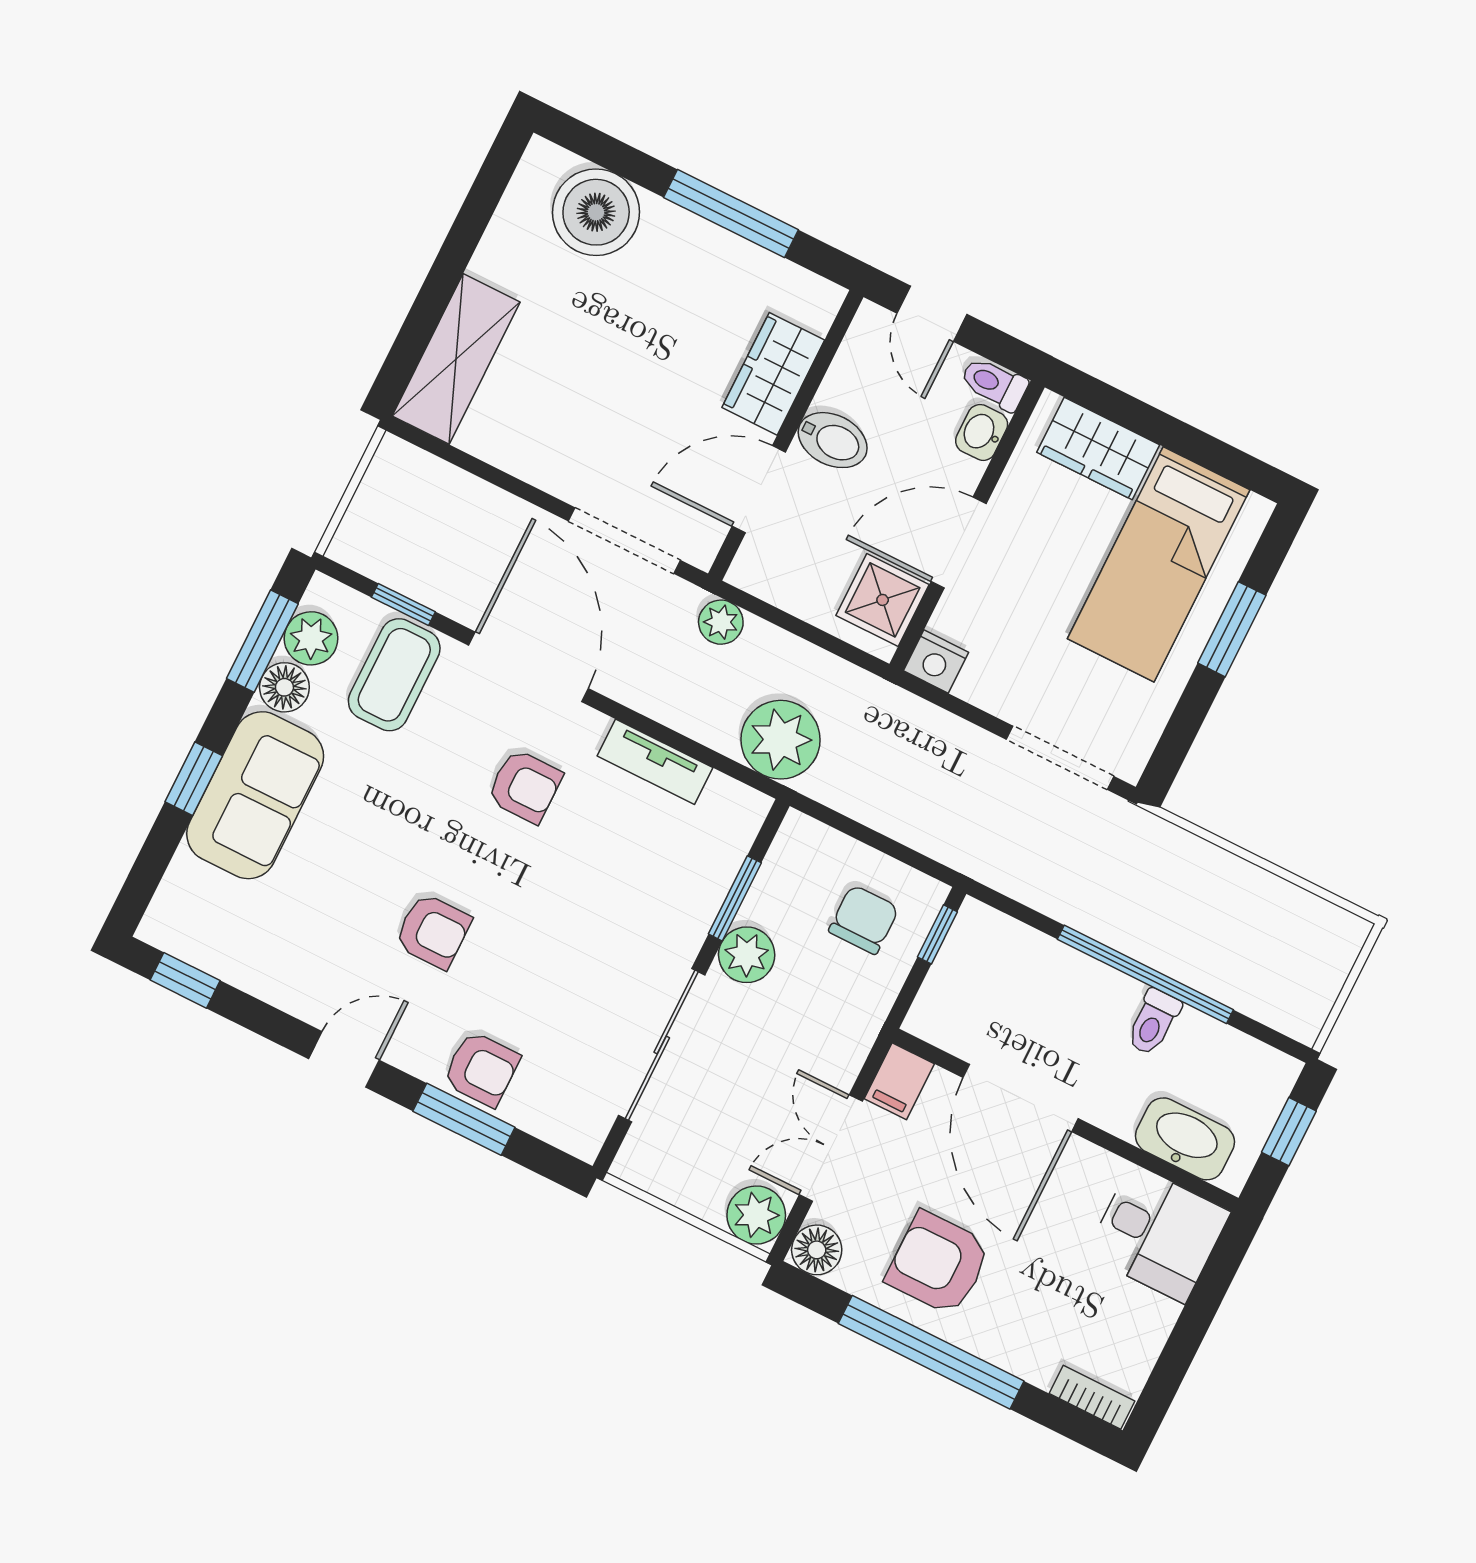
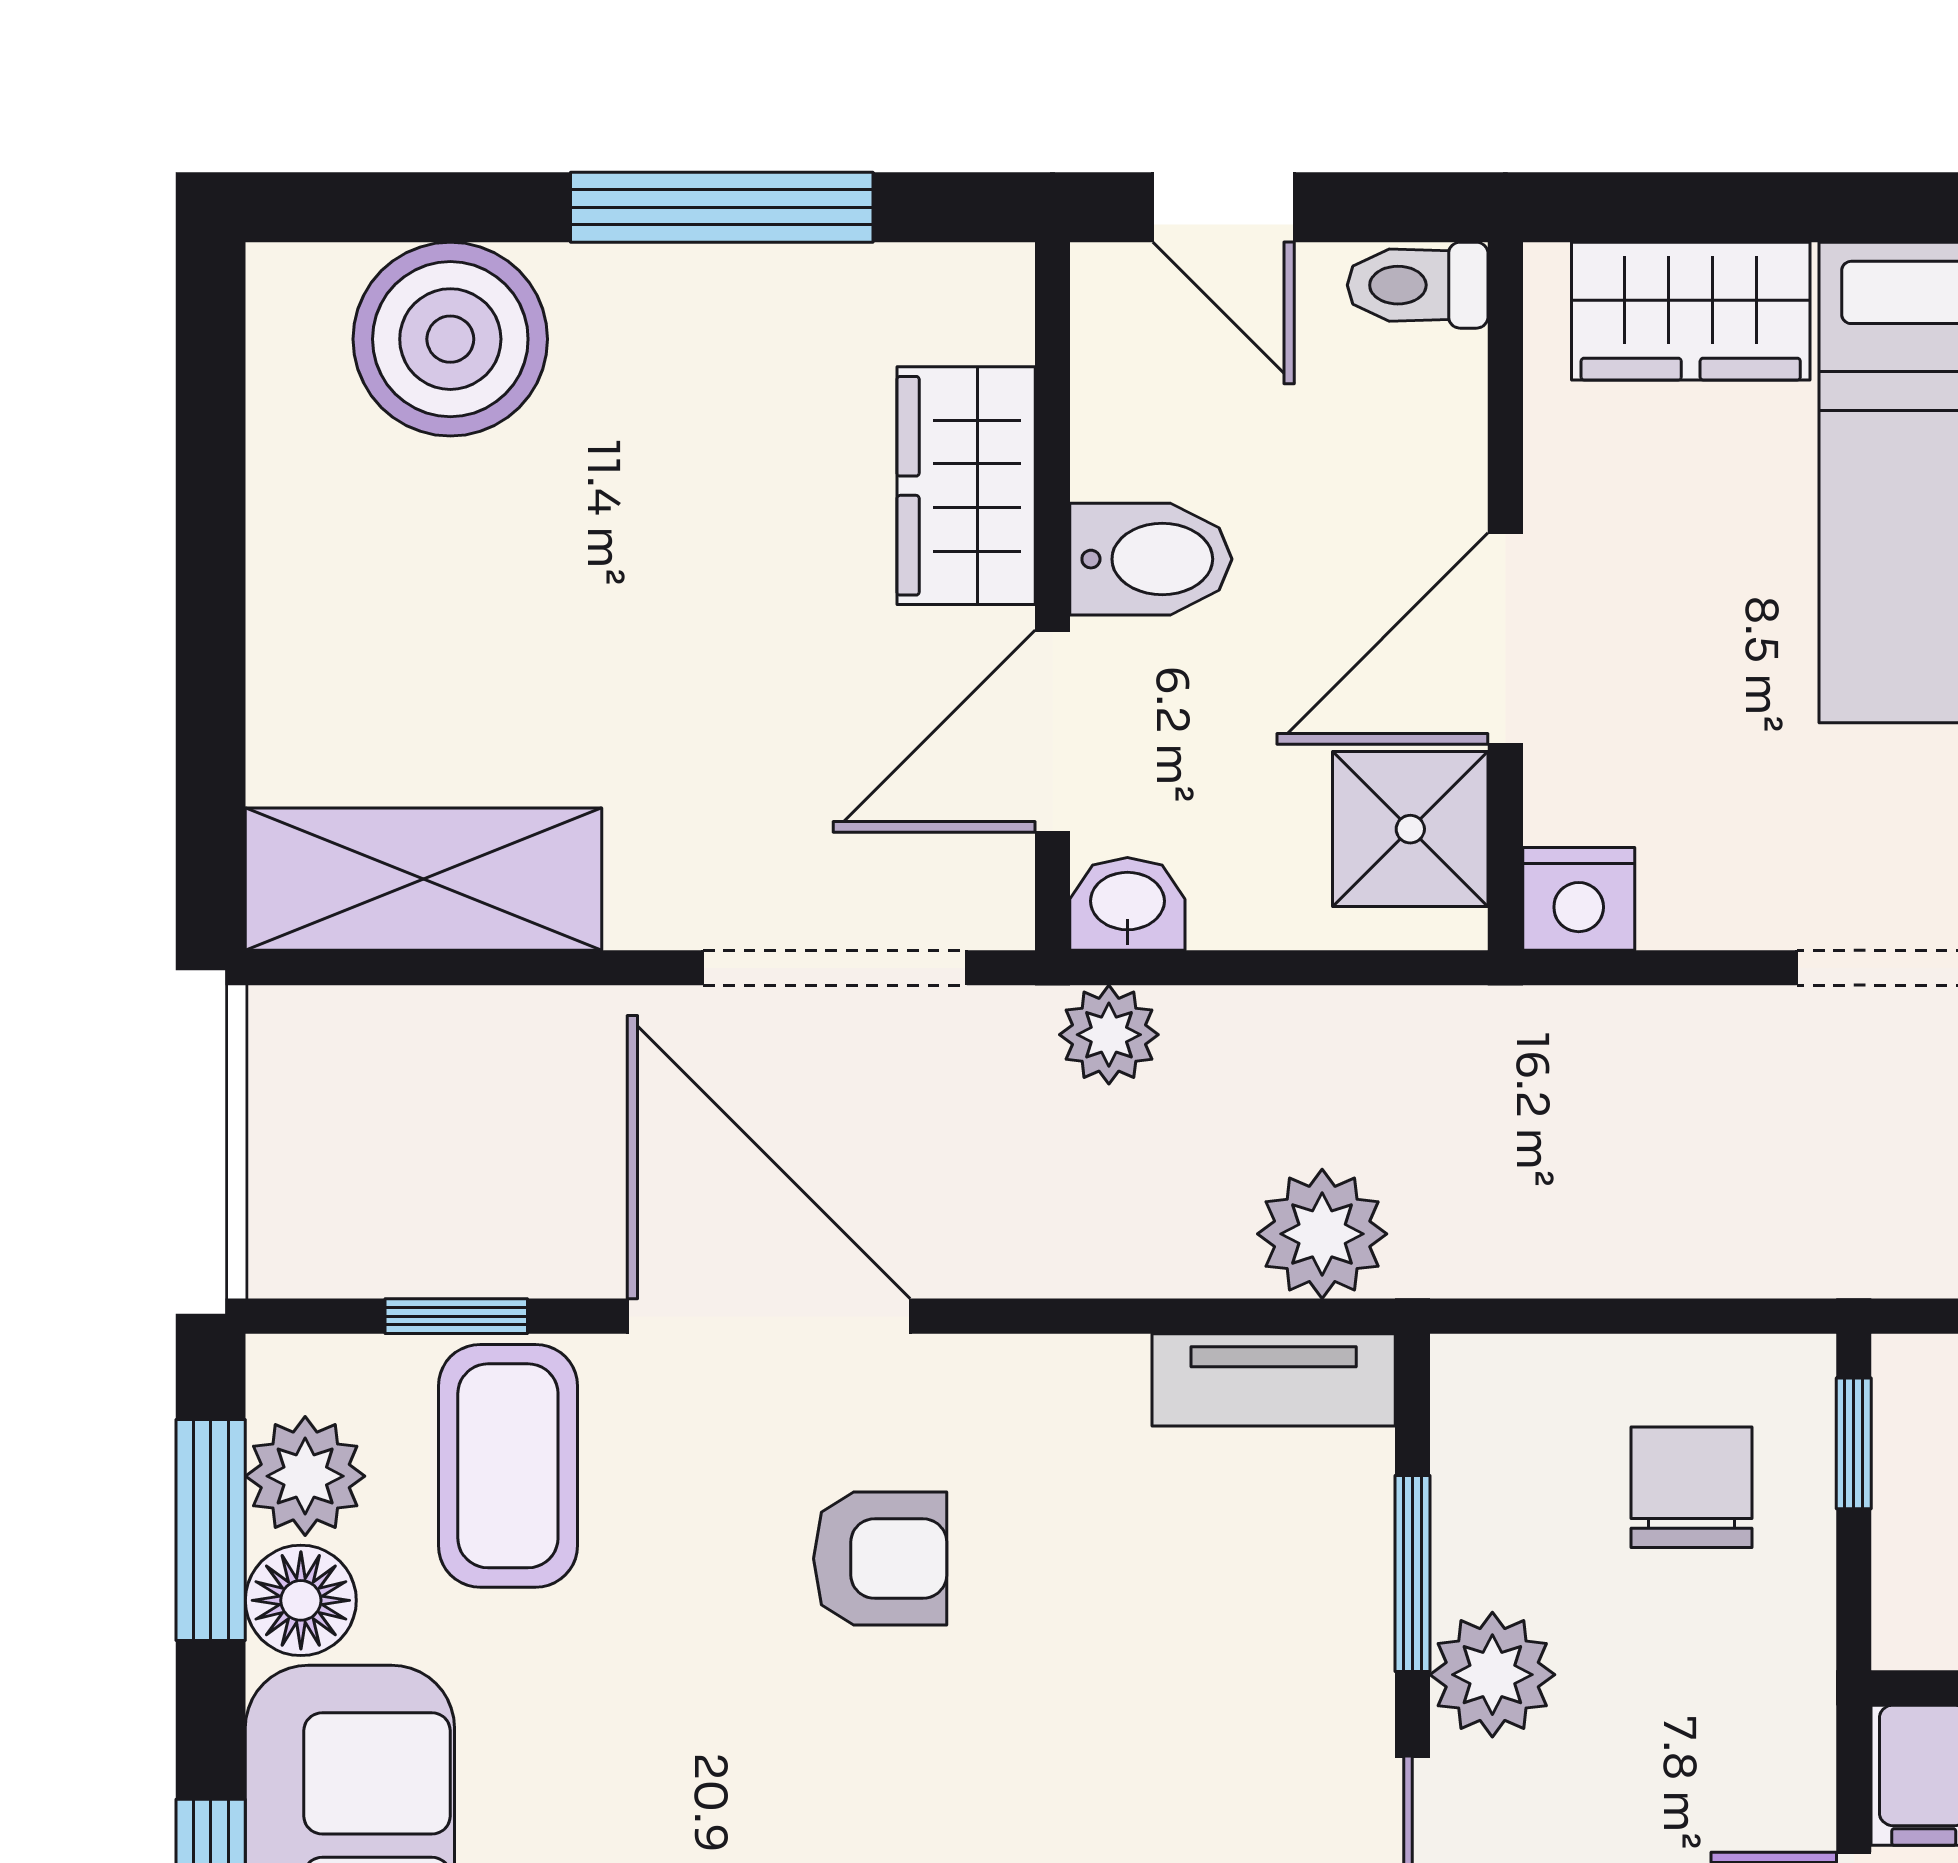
shelving: (456, 359) -> (424, 879), moved, turned 90
washbasin: (982, 432) -> (1127, 904), moved, turned 90
plant: (781, 740) -> (1322, 1234), width x0.73, depth x0.73
tv unit: (655, 762) -> (1274, 1380), moved

